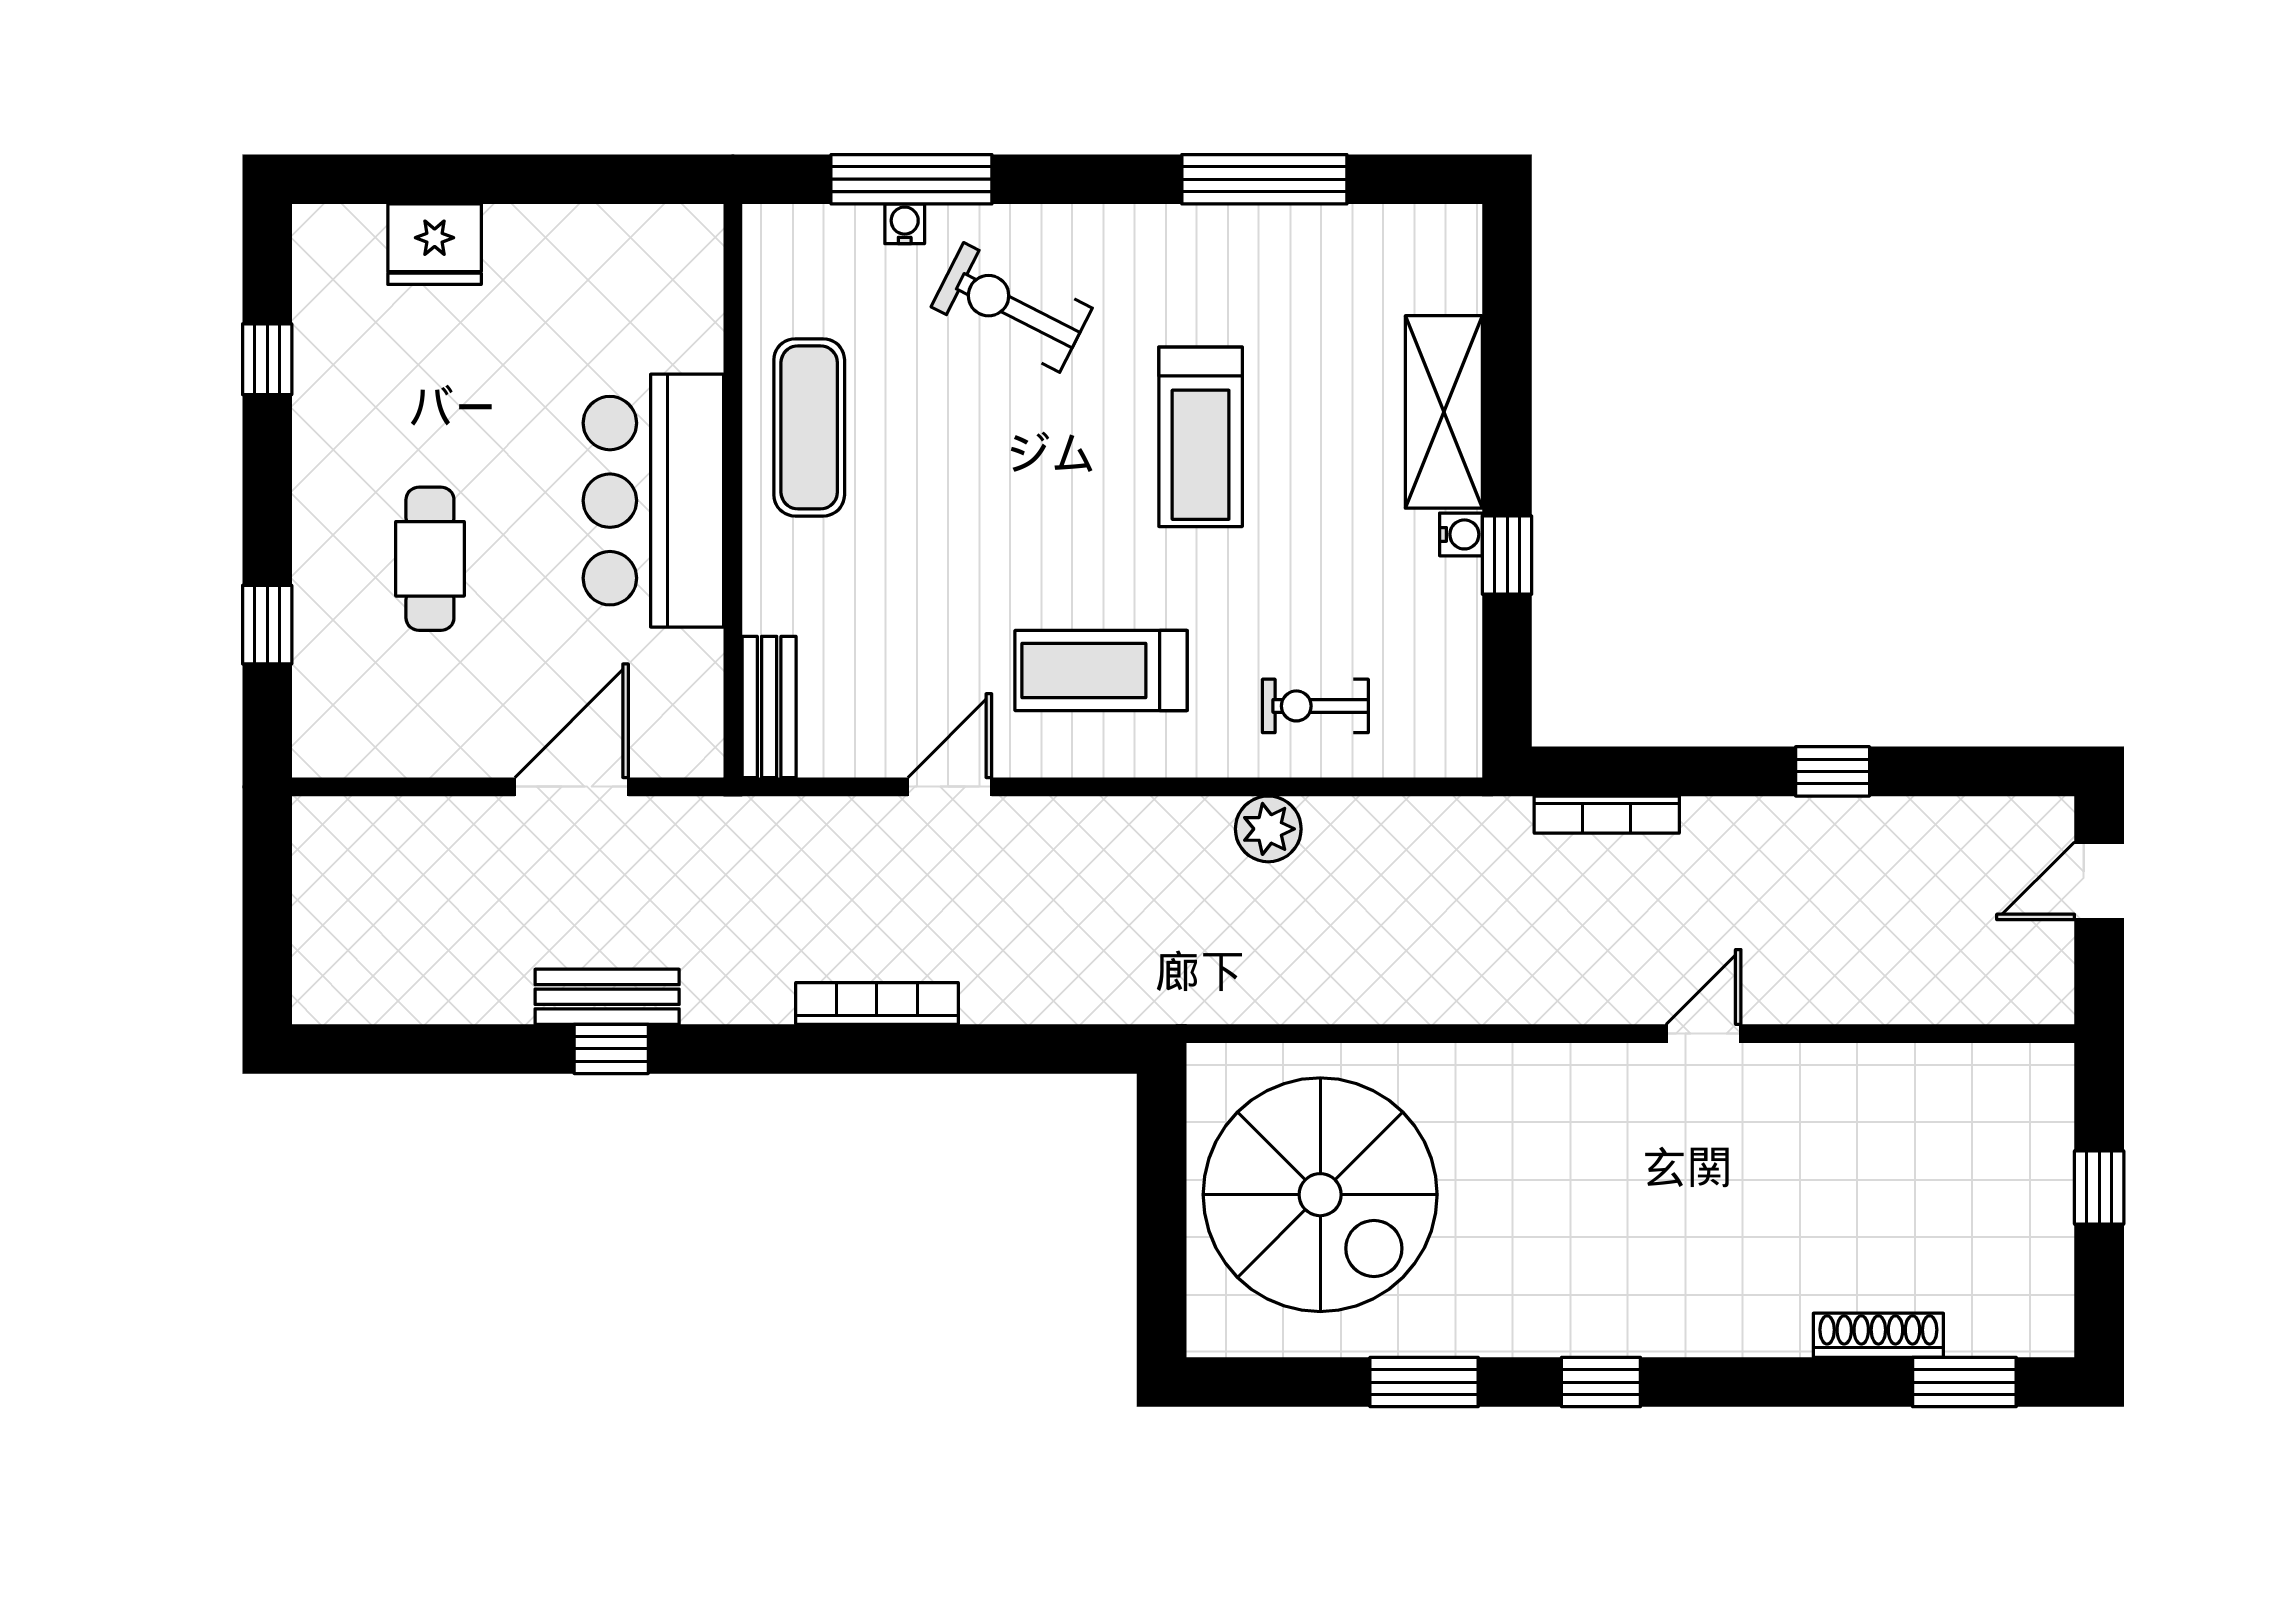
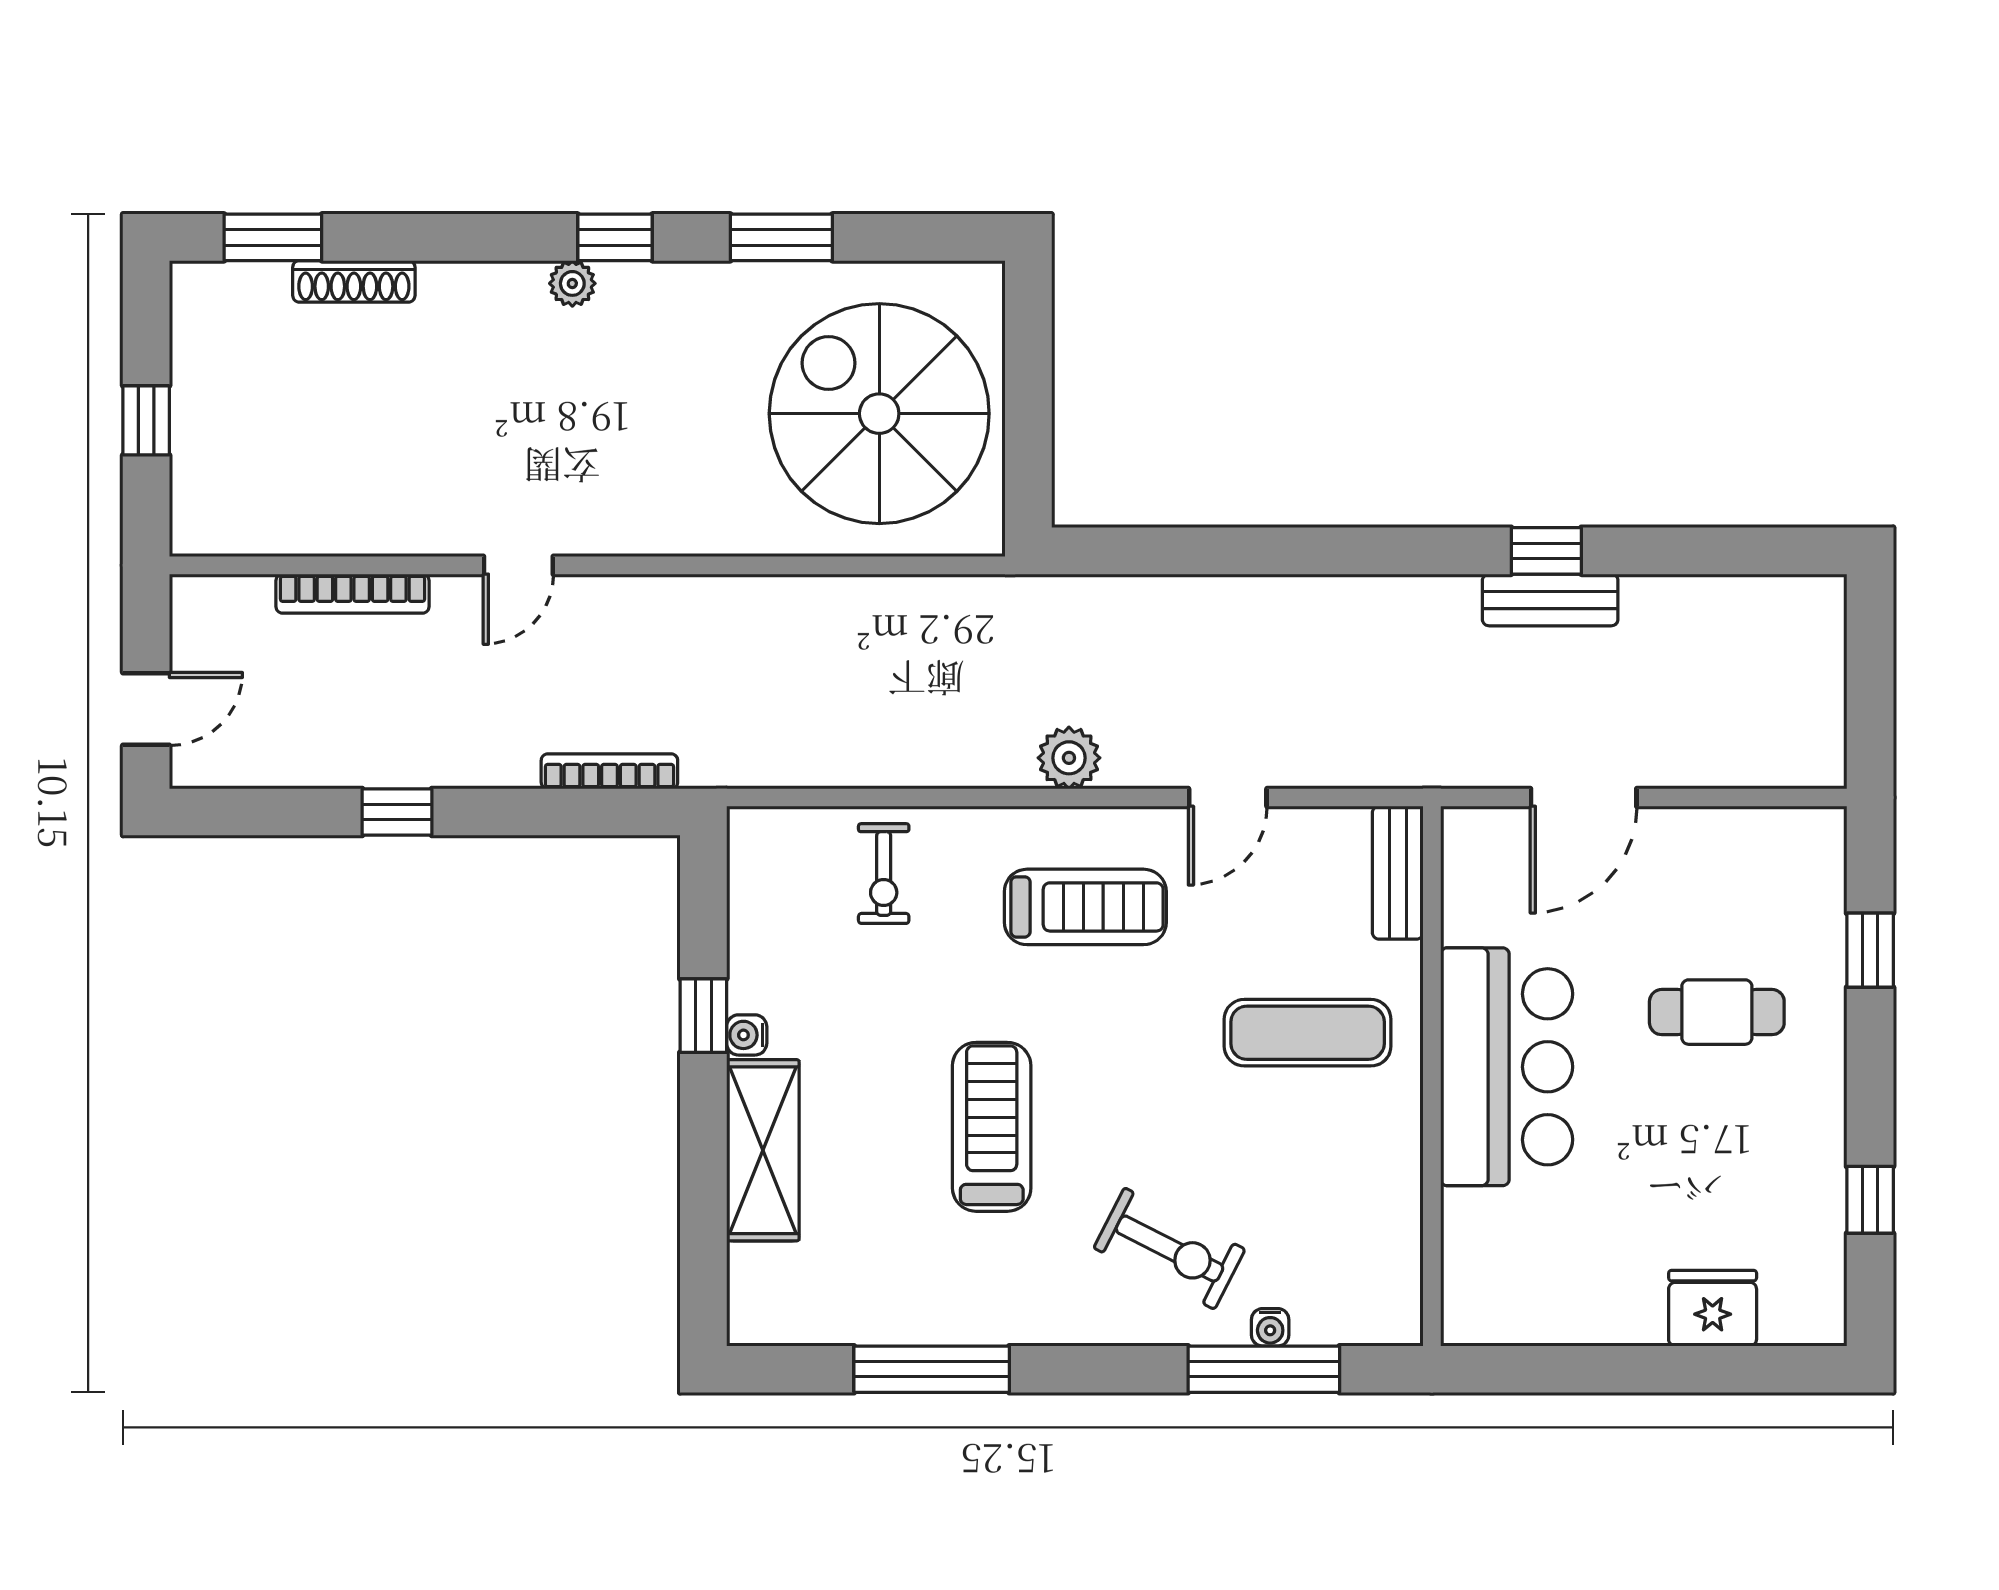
exercise mat: (809, 427) -> (1308, 1033), moved, turned 90
cafe table: (430, 559) -> (1717, 1012), turned 90
exercise bike: (1315, 706) -> (884, 874), turned 90
plant: (1268, 829) -> (1069, 758), moved
bookcase: (877, 1003) -> (353, 594), moved
plant: (1646, 1333) -> (572, 283), added

